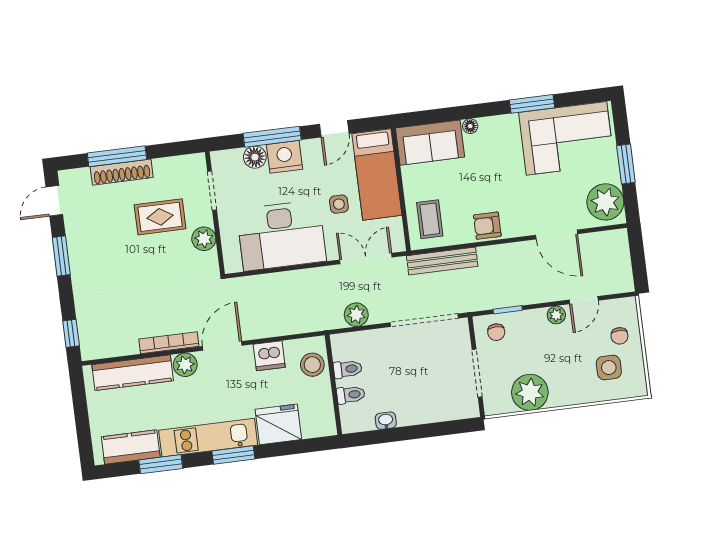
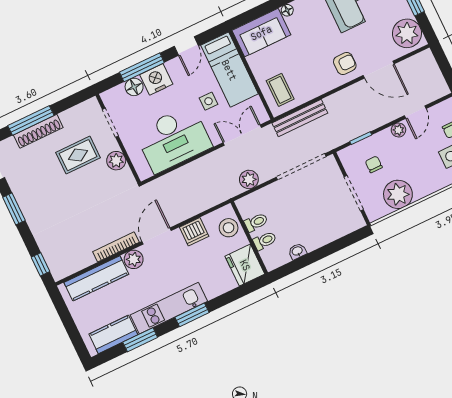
armchair: (487, 226) -> (345, 64), moved, turned 180
chair: (496, 332) -> (374, 164), moved, turned 180
fridge: (278, 424) -> (245, 265), moved, turned -90

